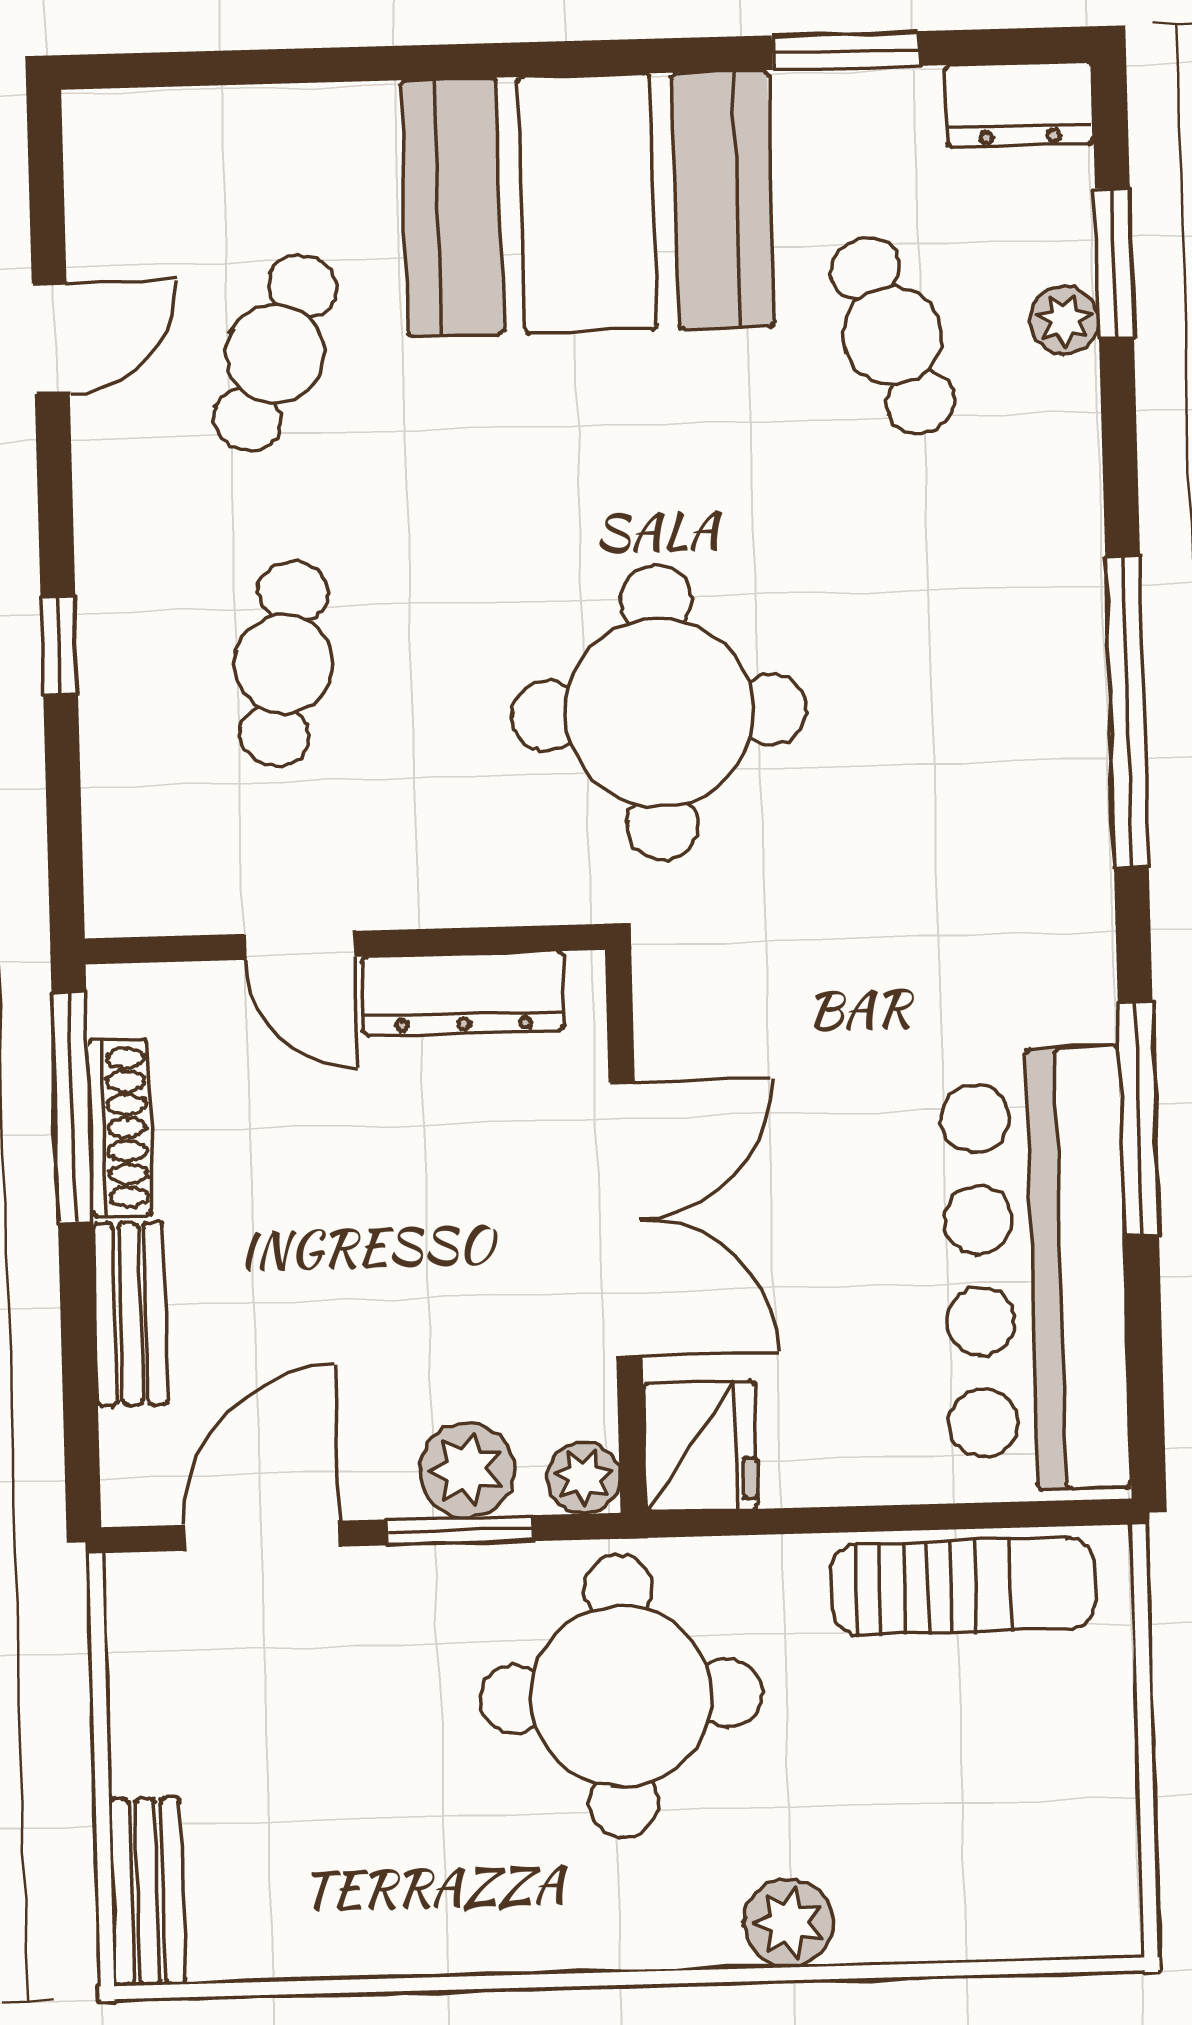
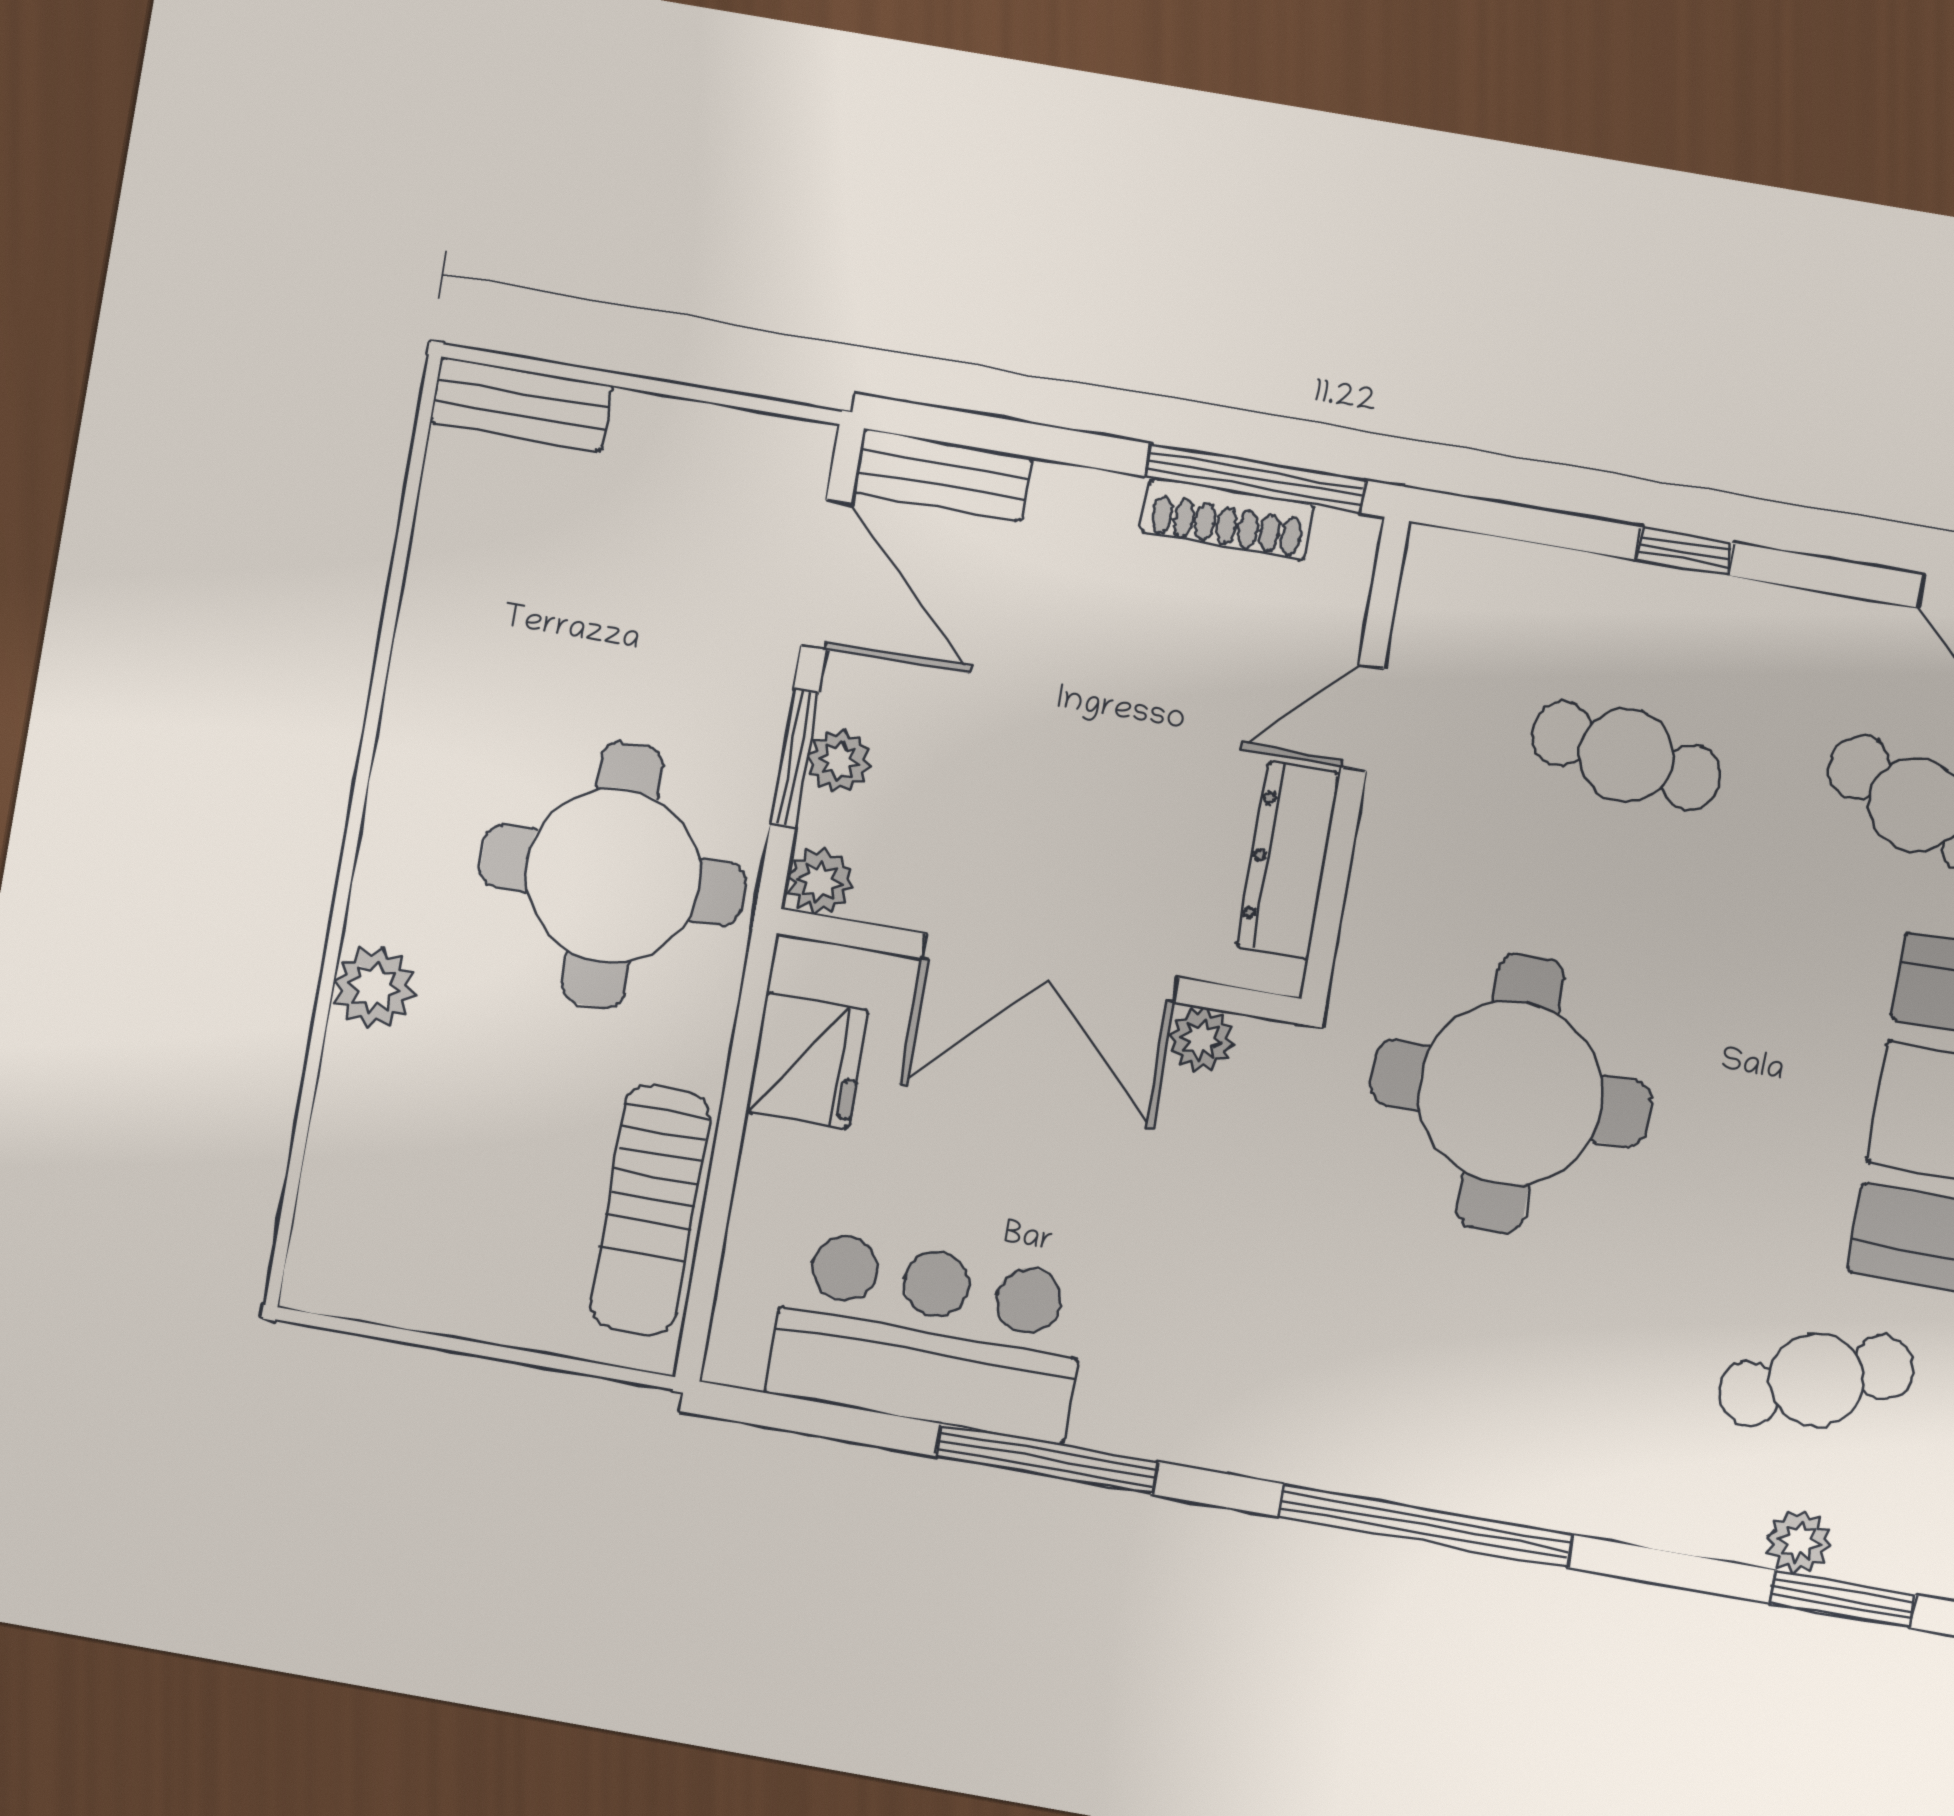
plant: (668, 1046) -> (1201, 1040), added
bar counter: (1035, 1269) -> (928, 1336), width x0.73
bench: (130, 1314) -> (943, 475), moved
fridge: (701, 1446) -> (807, 1061), moved, turned -90
plant: (467, 1470) -> (839, 761), width x0.73, depth x0.73

